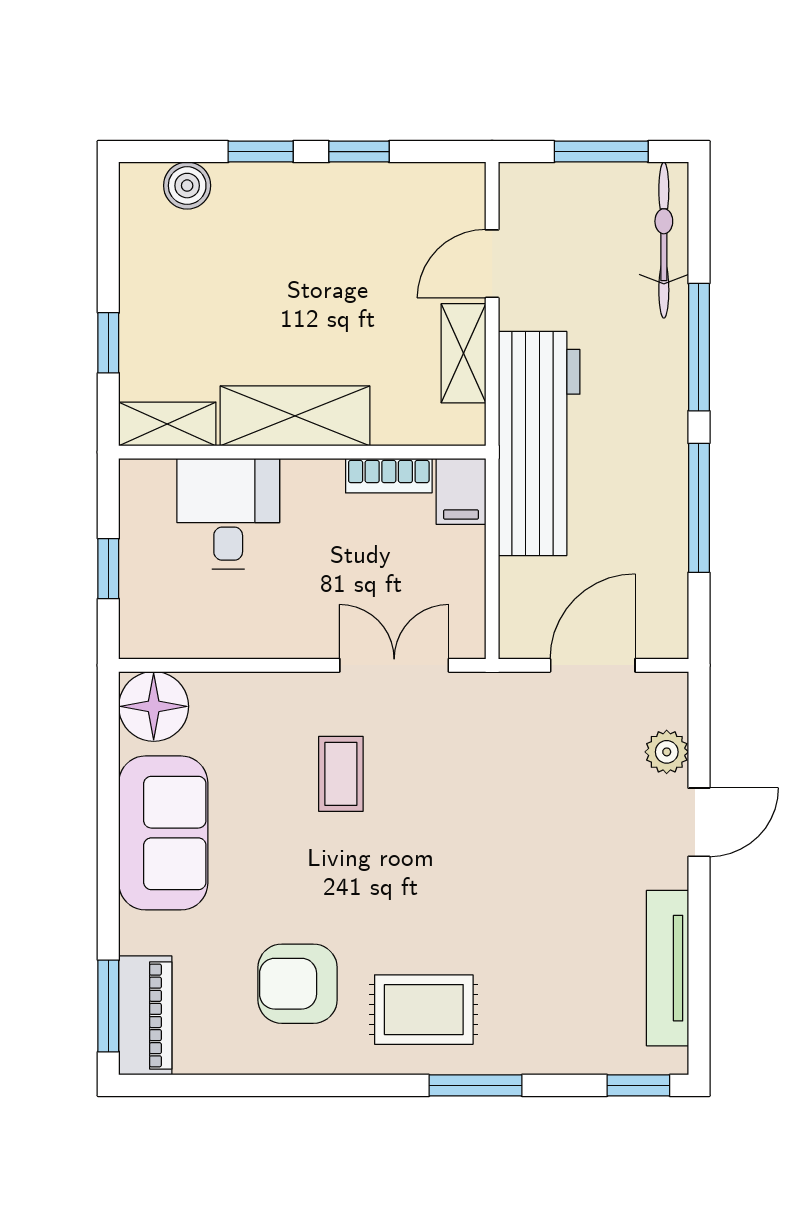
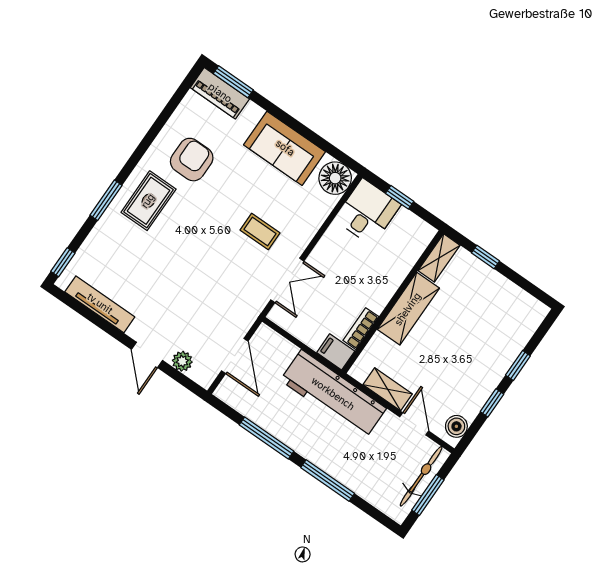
boiler: (187, 186) -> (456, 426), moved
bicycle: (664, 240) -> (421, 476), moved, turned -90
desk: (228, 514) -> (367, 212), moved, turned -90

